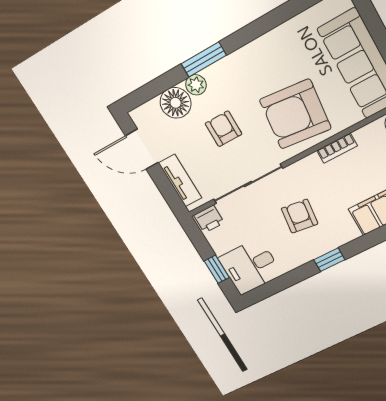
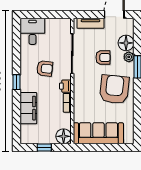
armchair: (295, 114) -> (114, 89), moved
printer: (209, 219) -> (65, 86), moved
window: (329, 260) -> (17, 82), moved
window: (217, 269) -> (39, 14), removed

